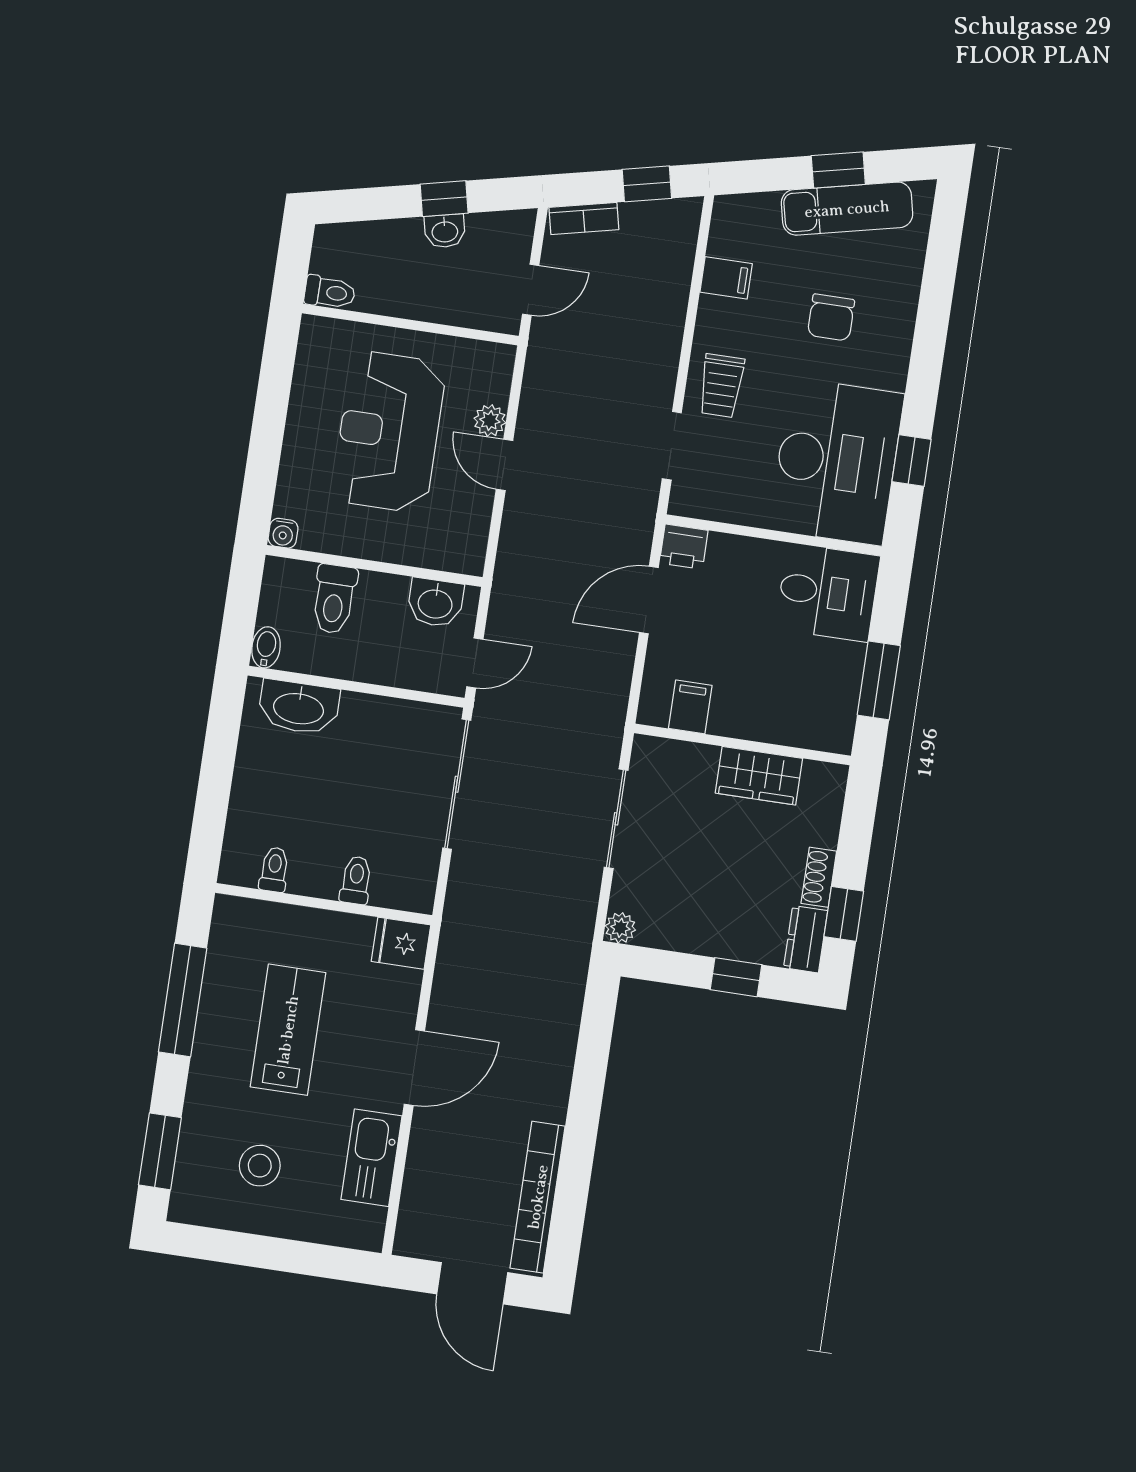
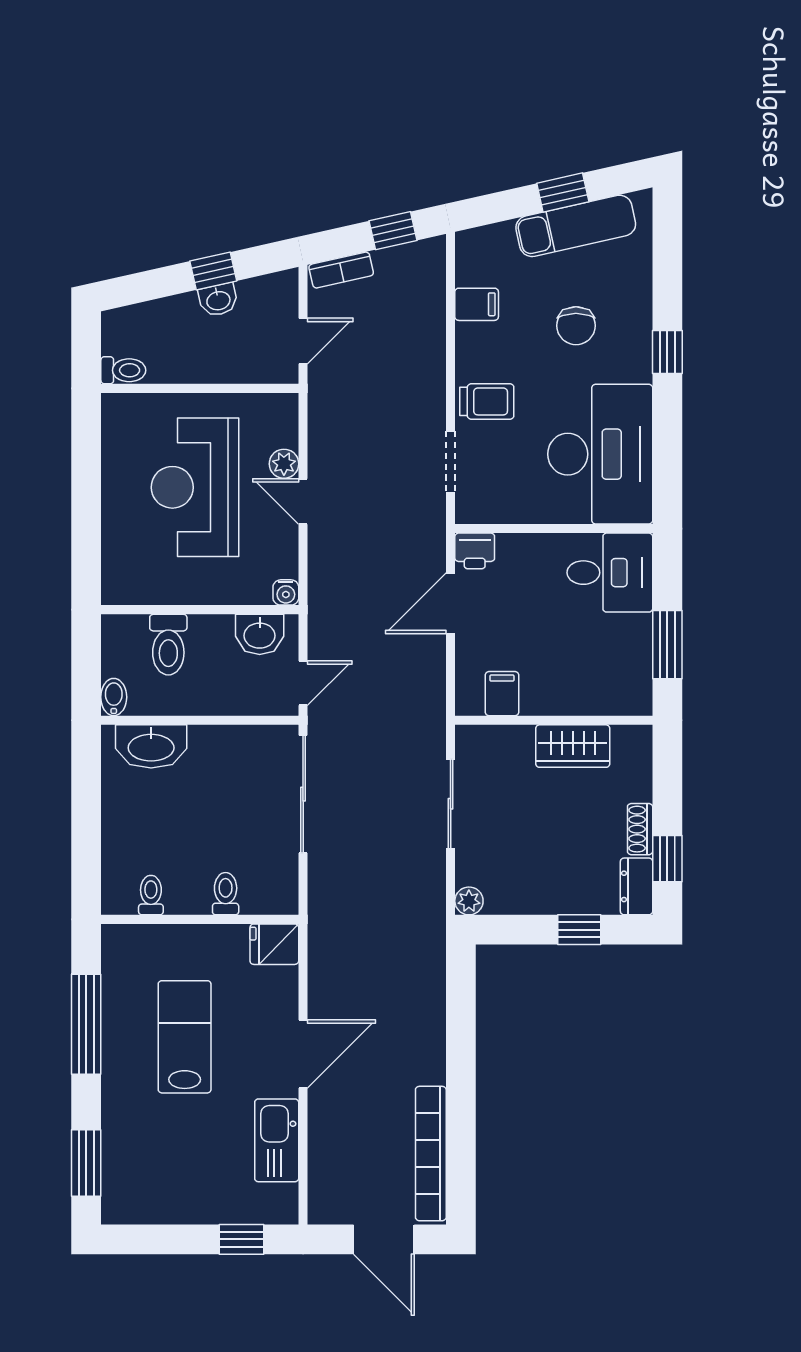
trolley: (721, 386) -> (487, 401), turned -90
window: (912, 461) -> (667, 352), moved
water cooler: (283, 533) -> (286, 592), moved
stool: (260, 1166) -> (178, 1162), removed
window: (317, 1260) -> (241, 1239), added

